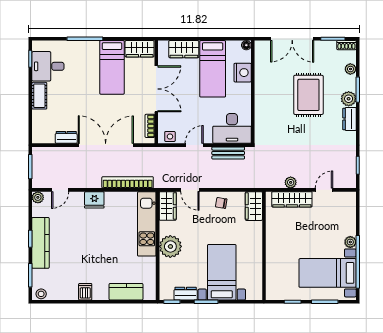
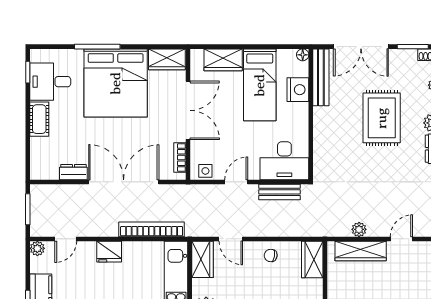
bench: (261, 63) -> (321, 77), added
bed: (112, 67) -> (116, 83), width x2.04

